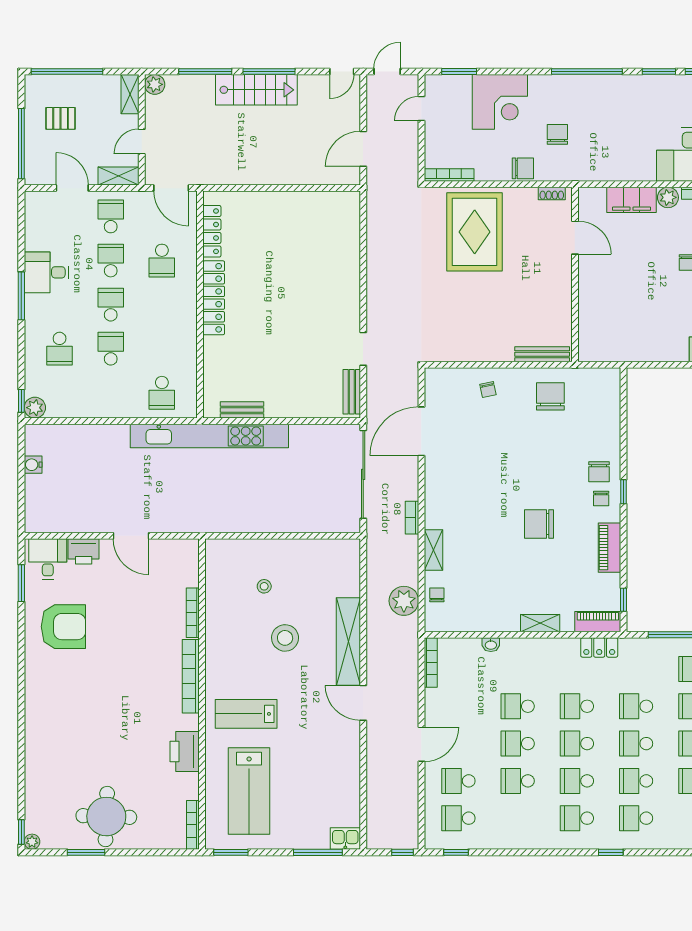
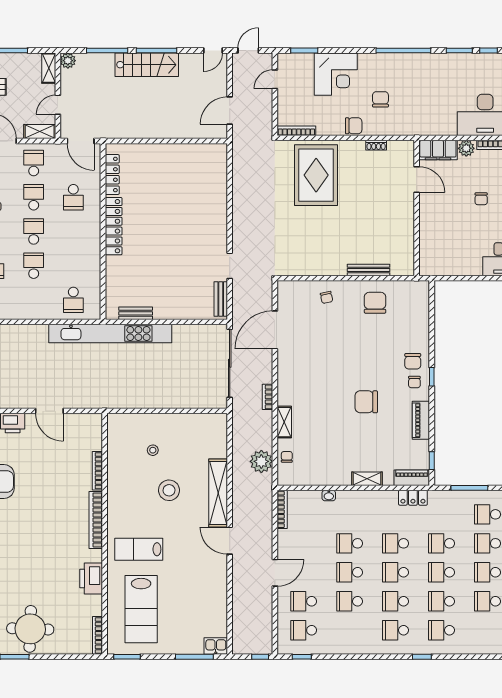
door: (575, 238) -> (417, 179), moved
wall: (575, 274) -> (417, 208), moved

